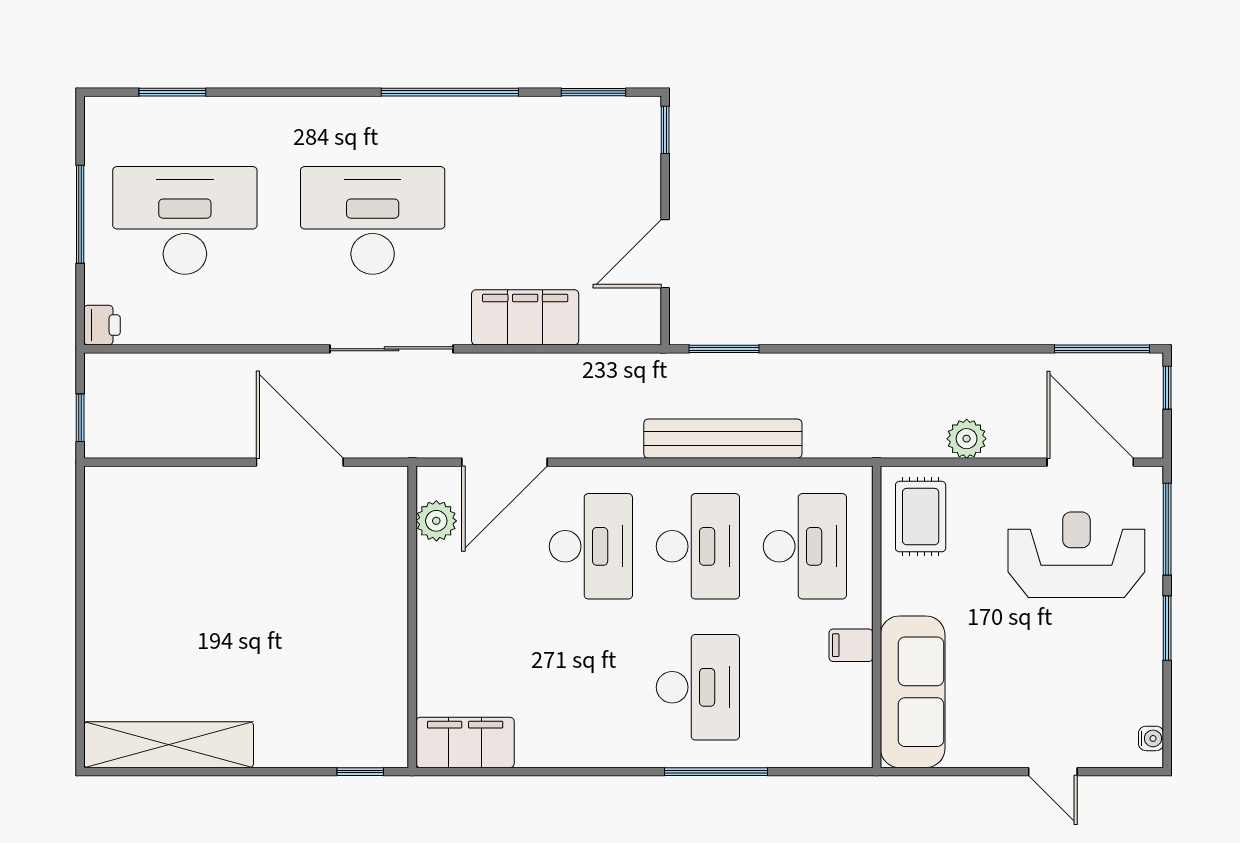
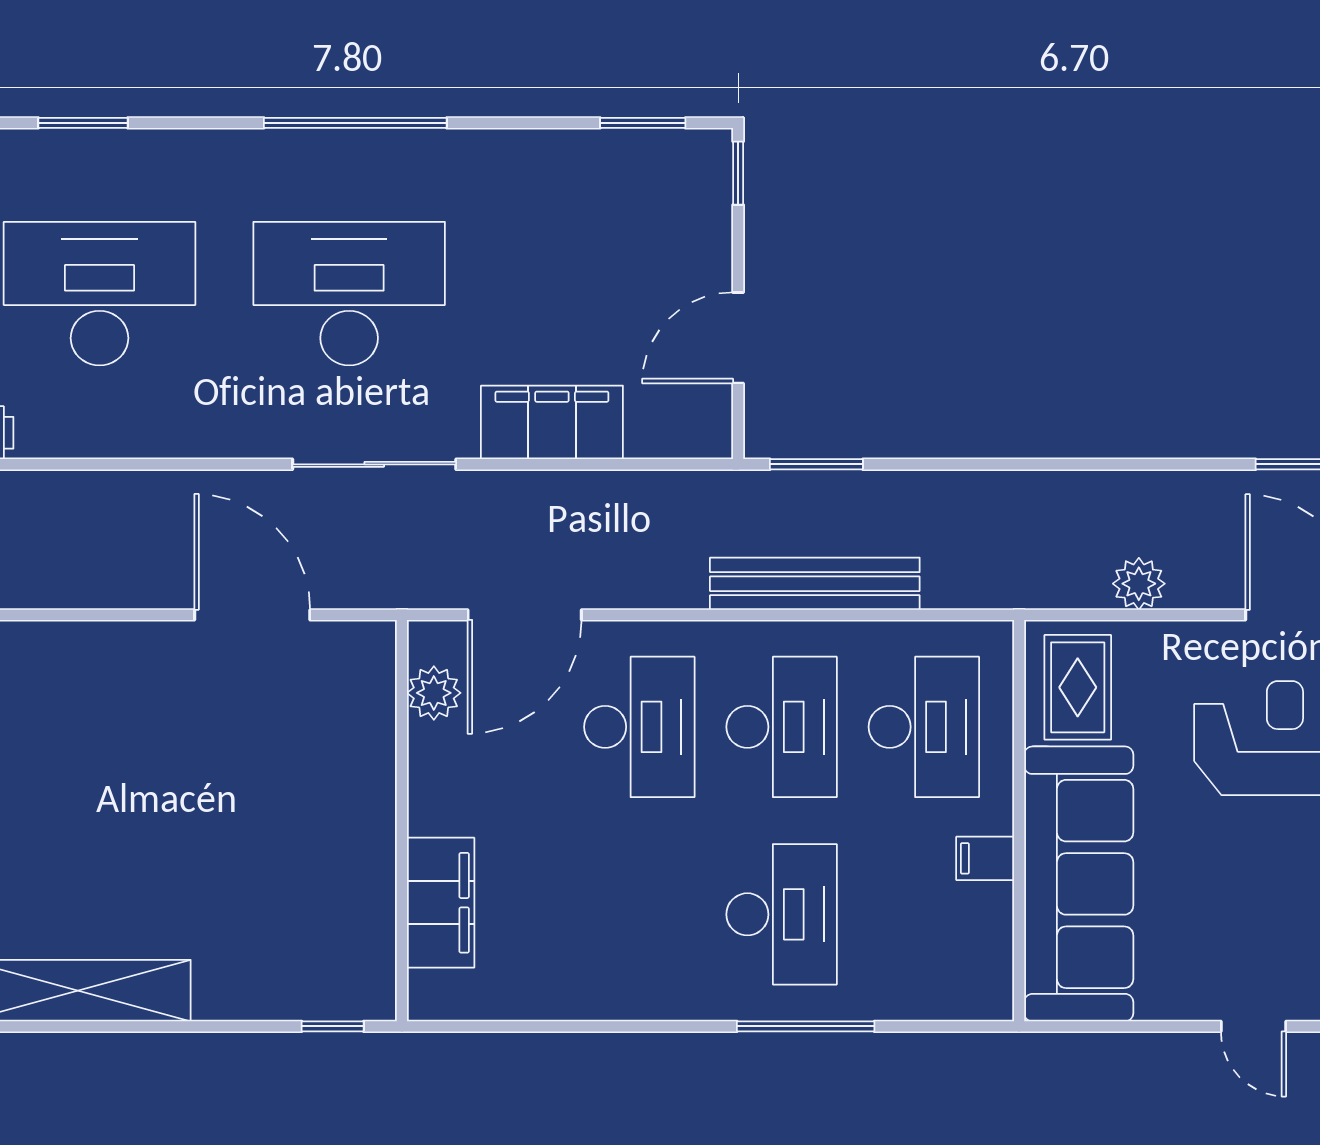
window: (450, 92) -> (355, 123), moved
sofa: (913, 692) -> (1079, 884), width x1.36, depth x1.27
filing cabinet: (465, 742) -> (441, 903), moved, turned 90

